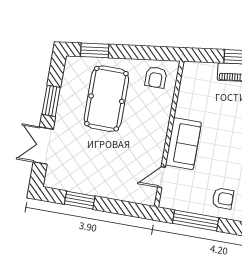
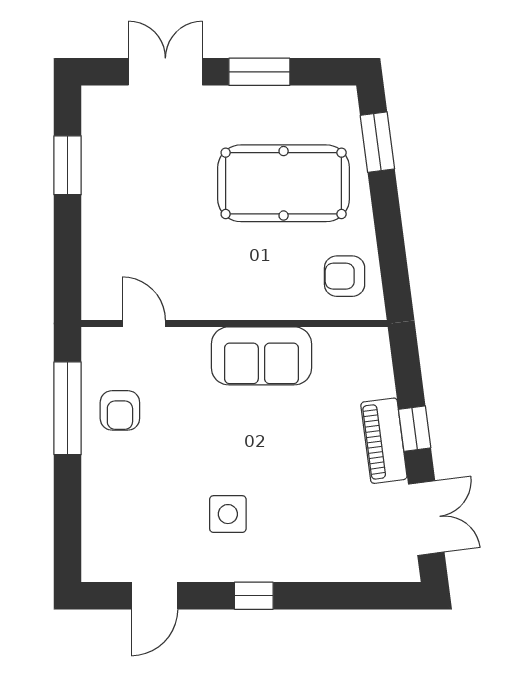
sofa: (183, 144) -> (261, 356), moved
armchair: (223, 198) -> (120, 410), moved

